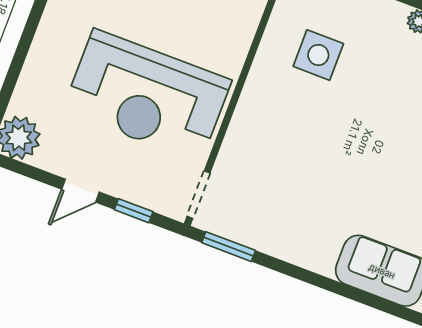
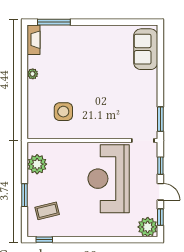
reception desk: (147, 96) -> (109, 179), turned 180
window: (29, 171) -> (160, 217), added

